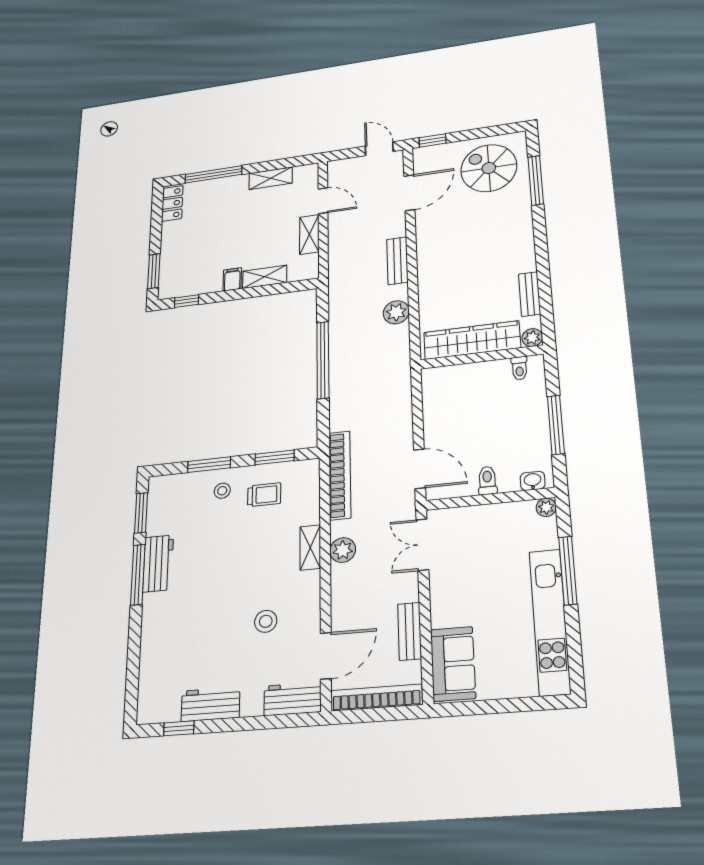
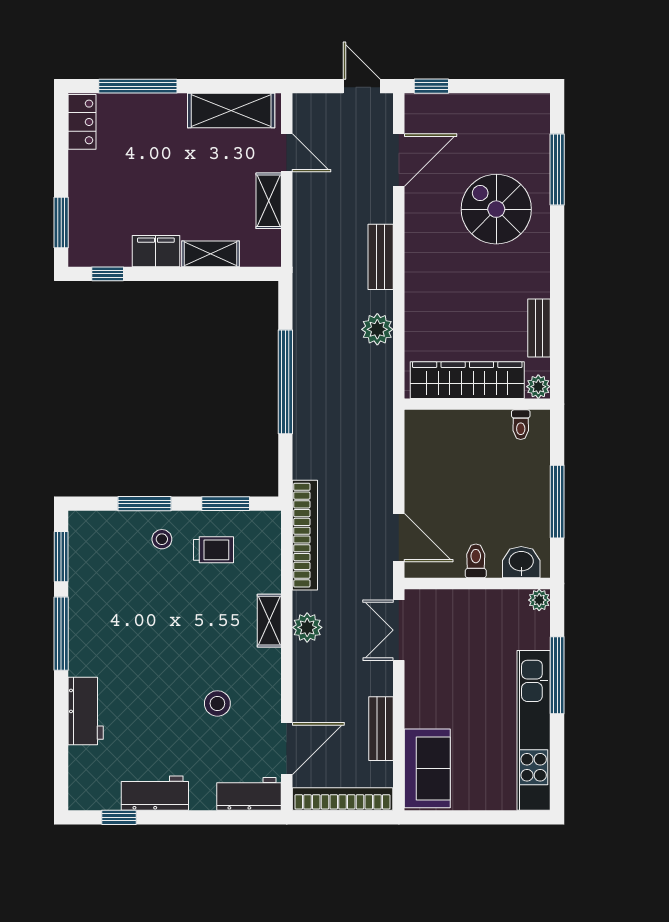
spiral stairs: (489, 168) -> (496, 209), moved
shelving: (271, 178) -> (231, 110), width x1.50, depth x1.33
filing cabinet: (232, 279) -> (156, 251), width x2.00
washbasin: (533, 481) -> (521, 562), width x1.38, depth x1.45
workbench: (158, 563) -> (86, 711), moved

